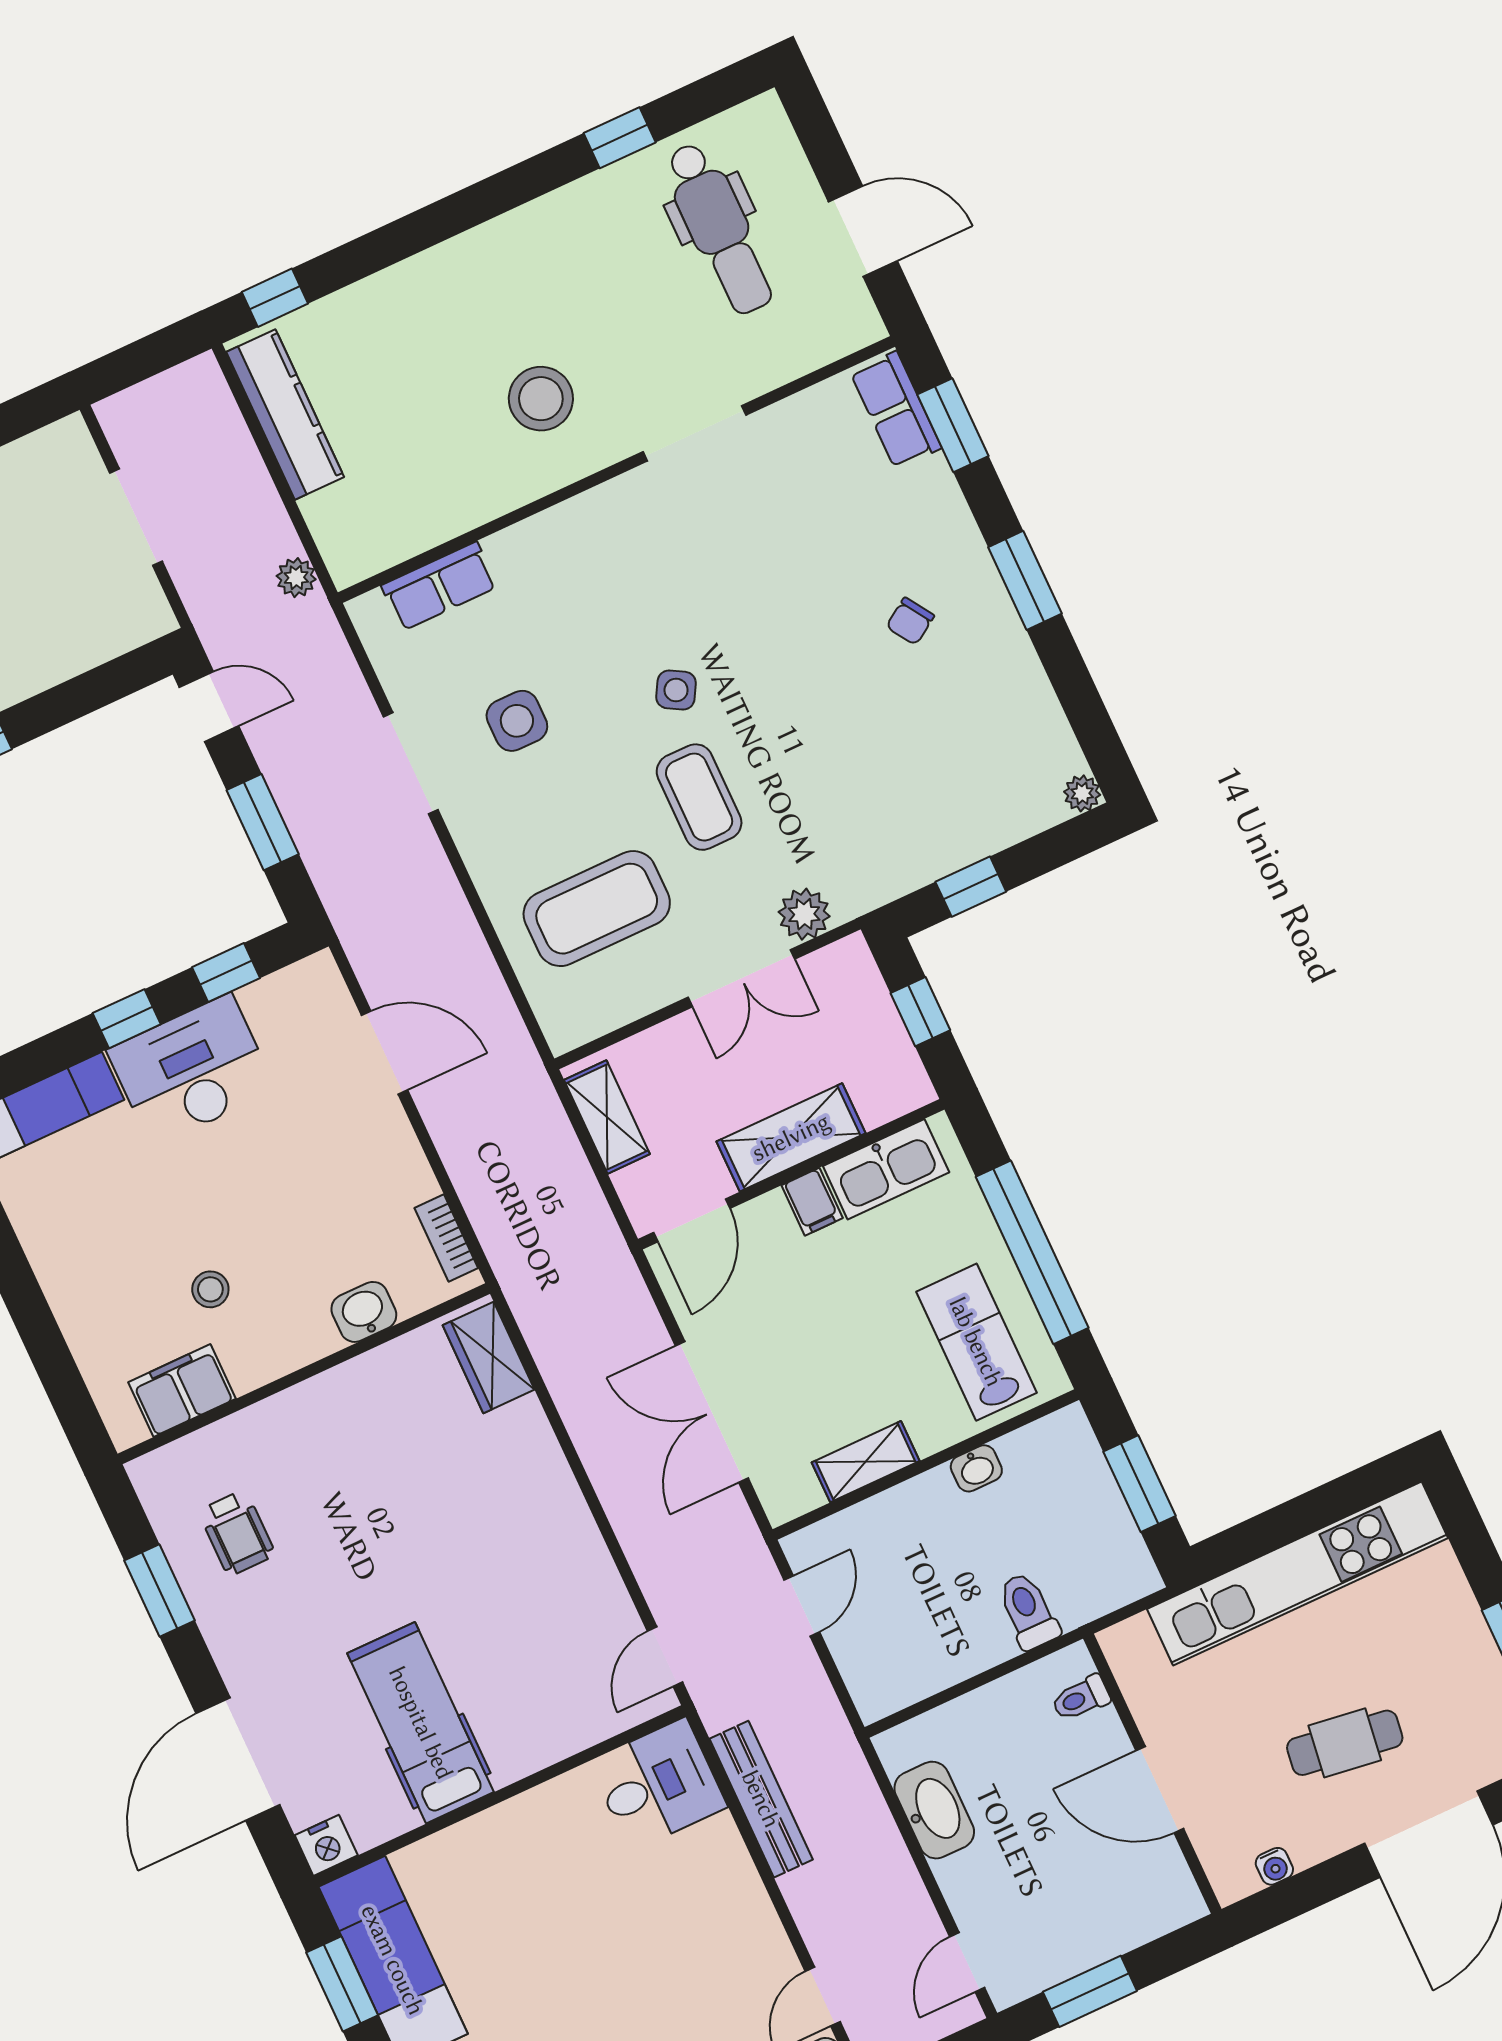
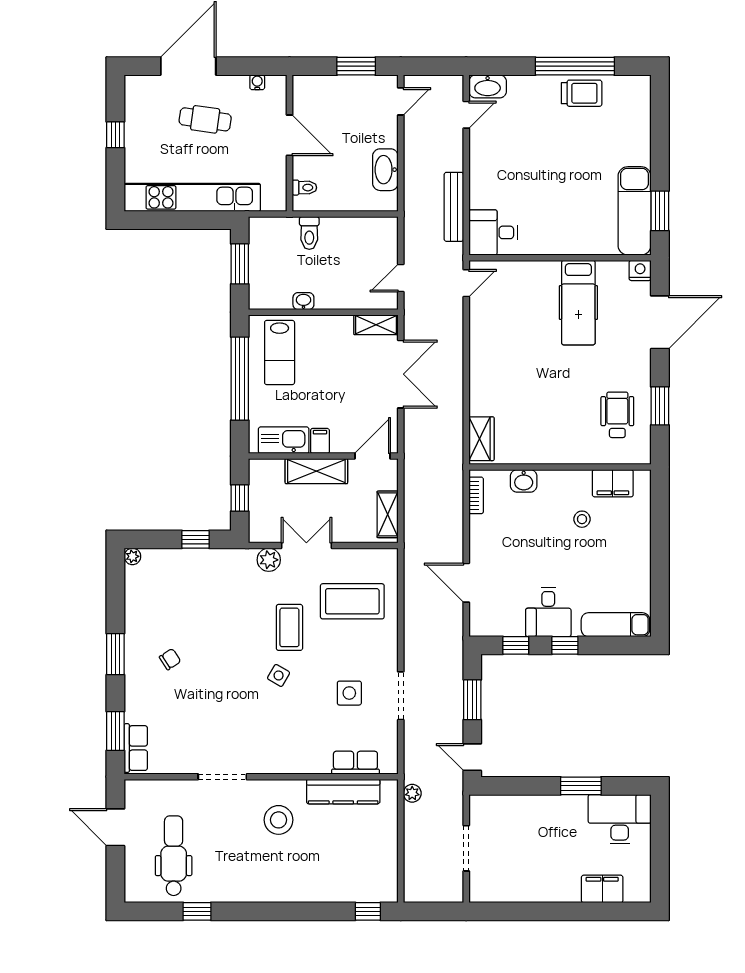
kitchen counter: (285, 415) -> (343, 792), moved, turned -90
desk: (191, 1070) -> (548, 612), width x0.73
shelving: (866, 1462) -> (376, 325), moved
wheelchair: (237, 1533) -> (617, 415), width x1.36, depth x1.37

